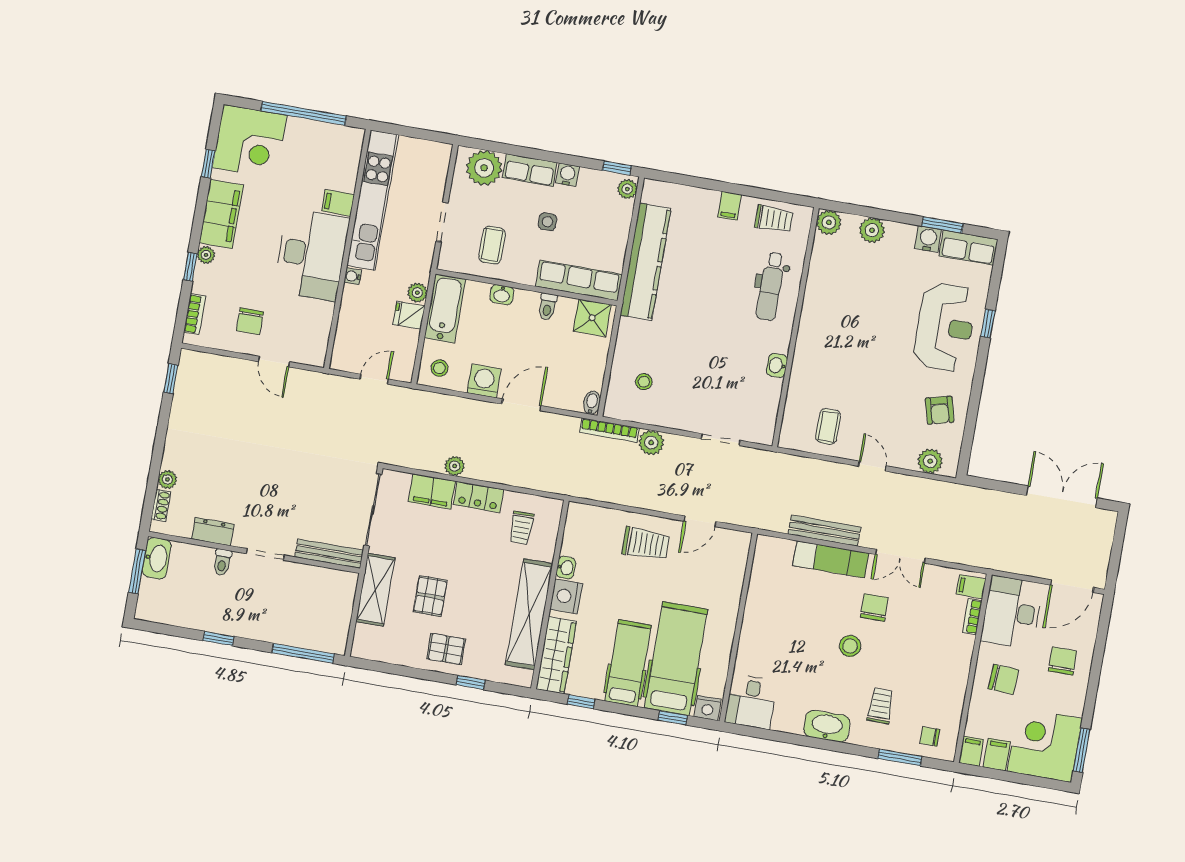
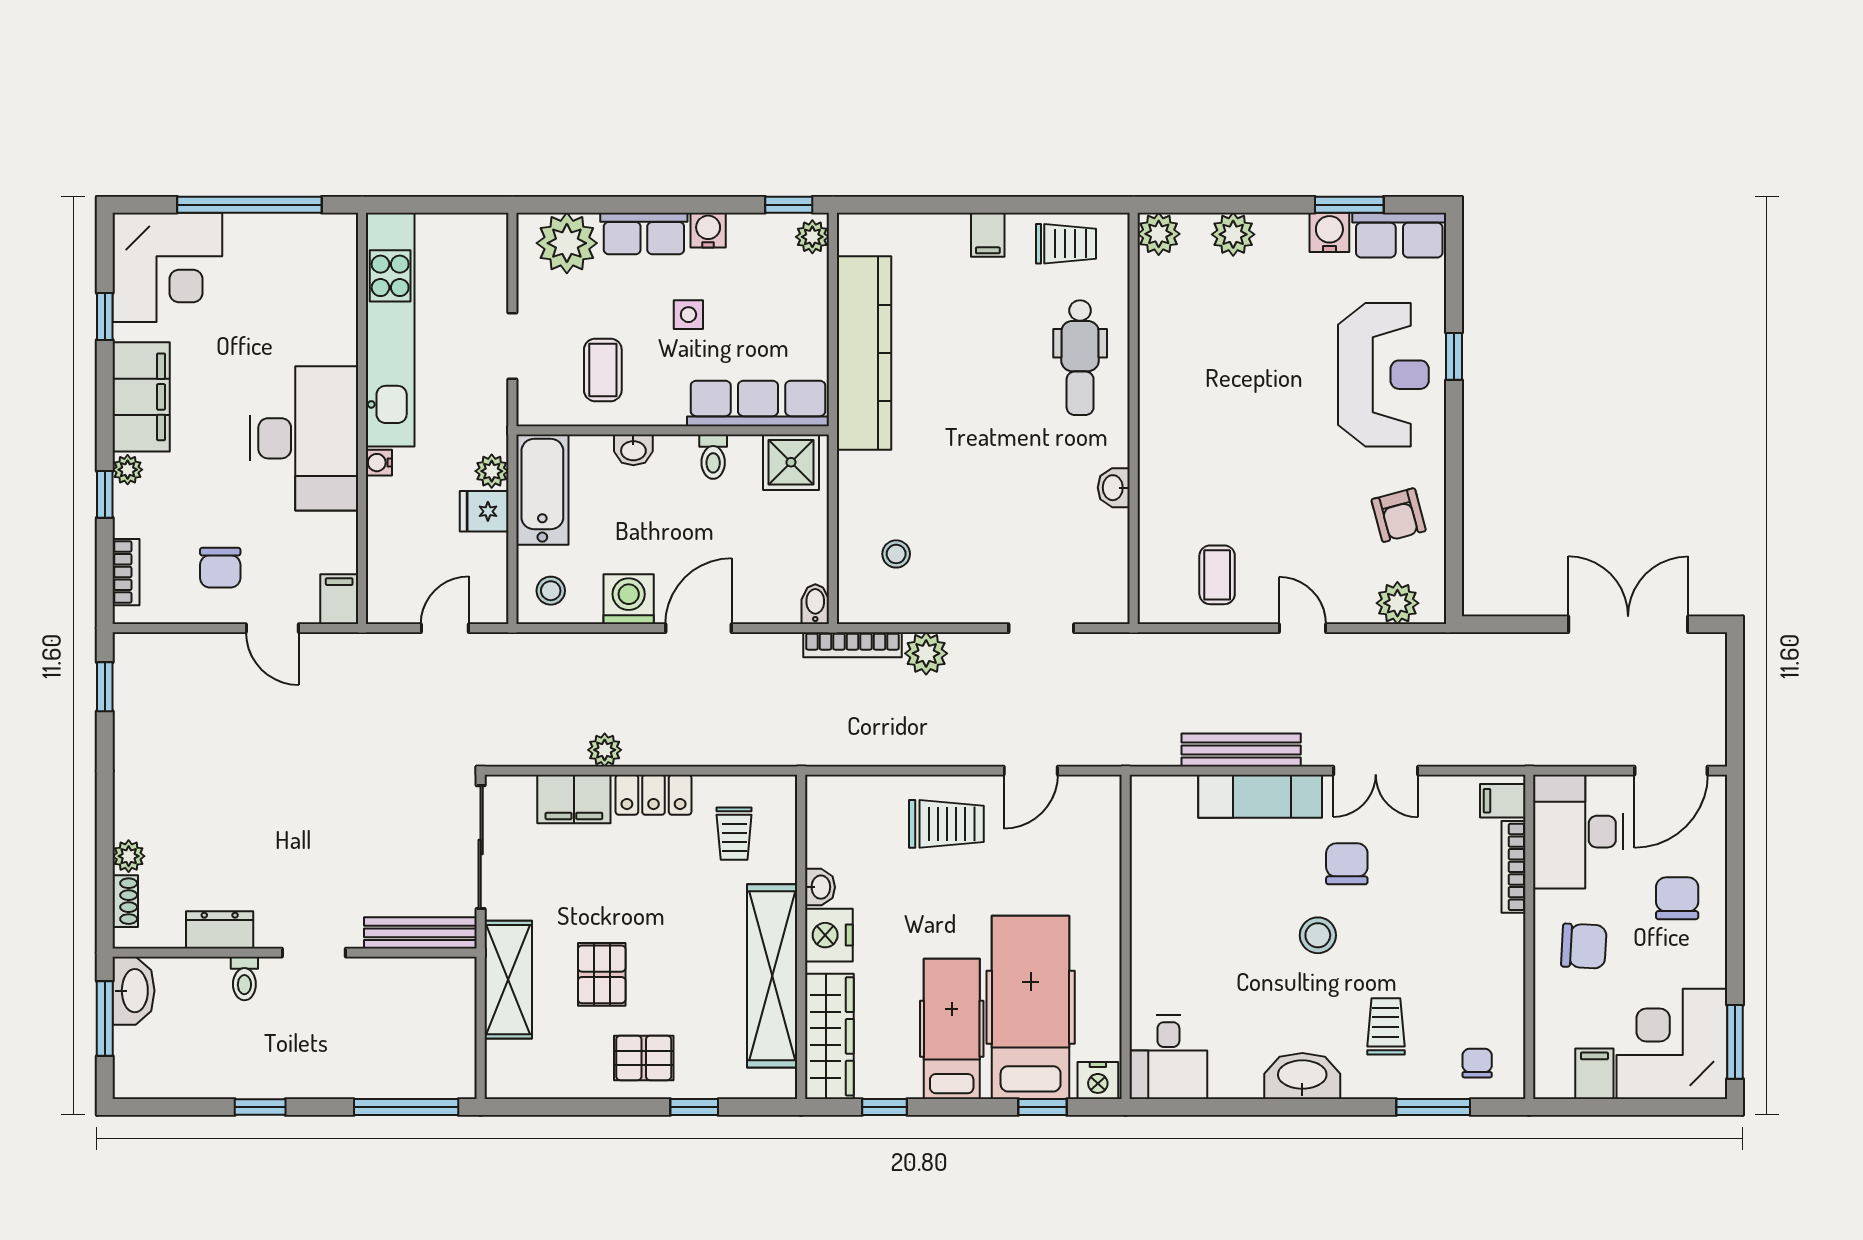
filing cabinet: (338, 203) -> (339, 599), moved, turned 90
bookcase: (972, 616) -> (1514, 867), width x1.56
chair: (930, 736) -> (1477, 1063), turned 90
filing cabinet: (971, 751) -> (1551, 1076), removed

